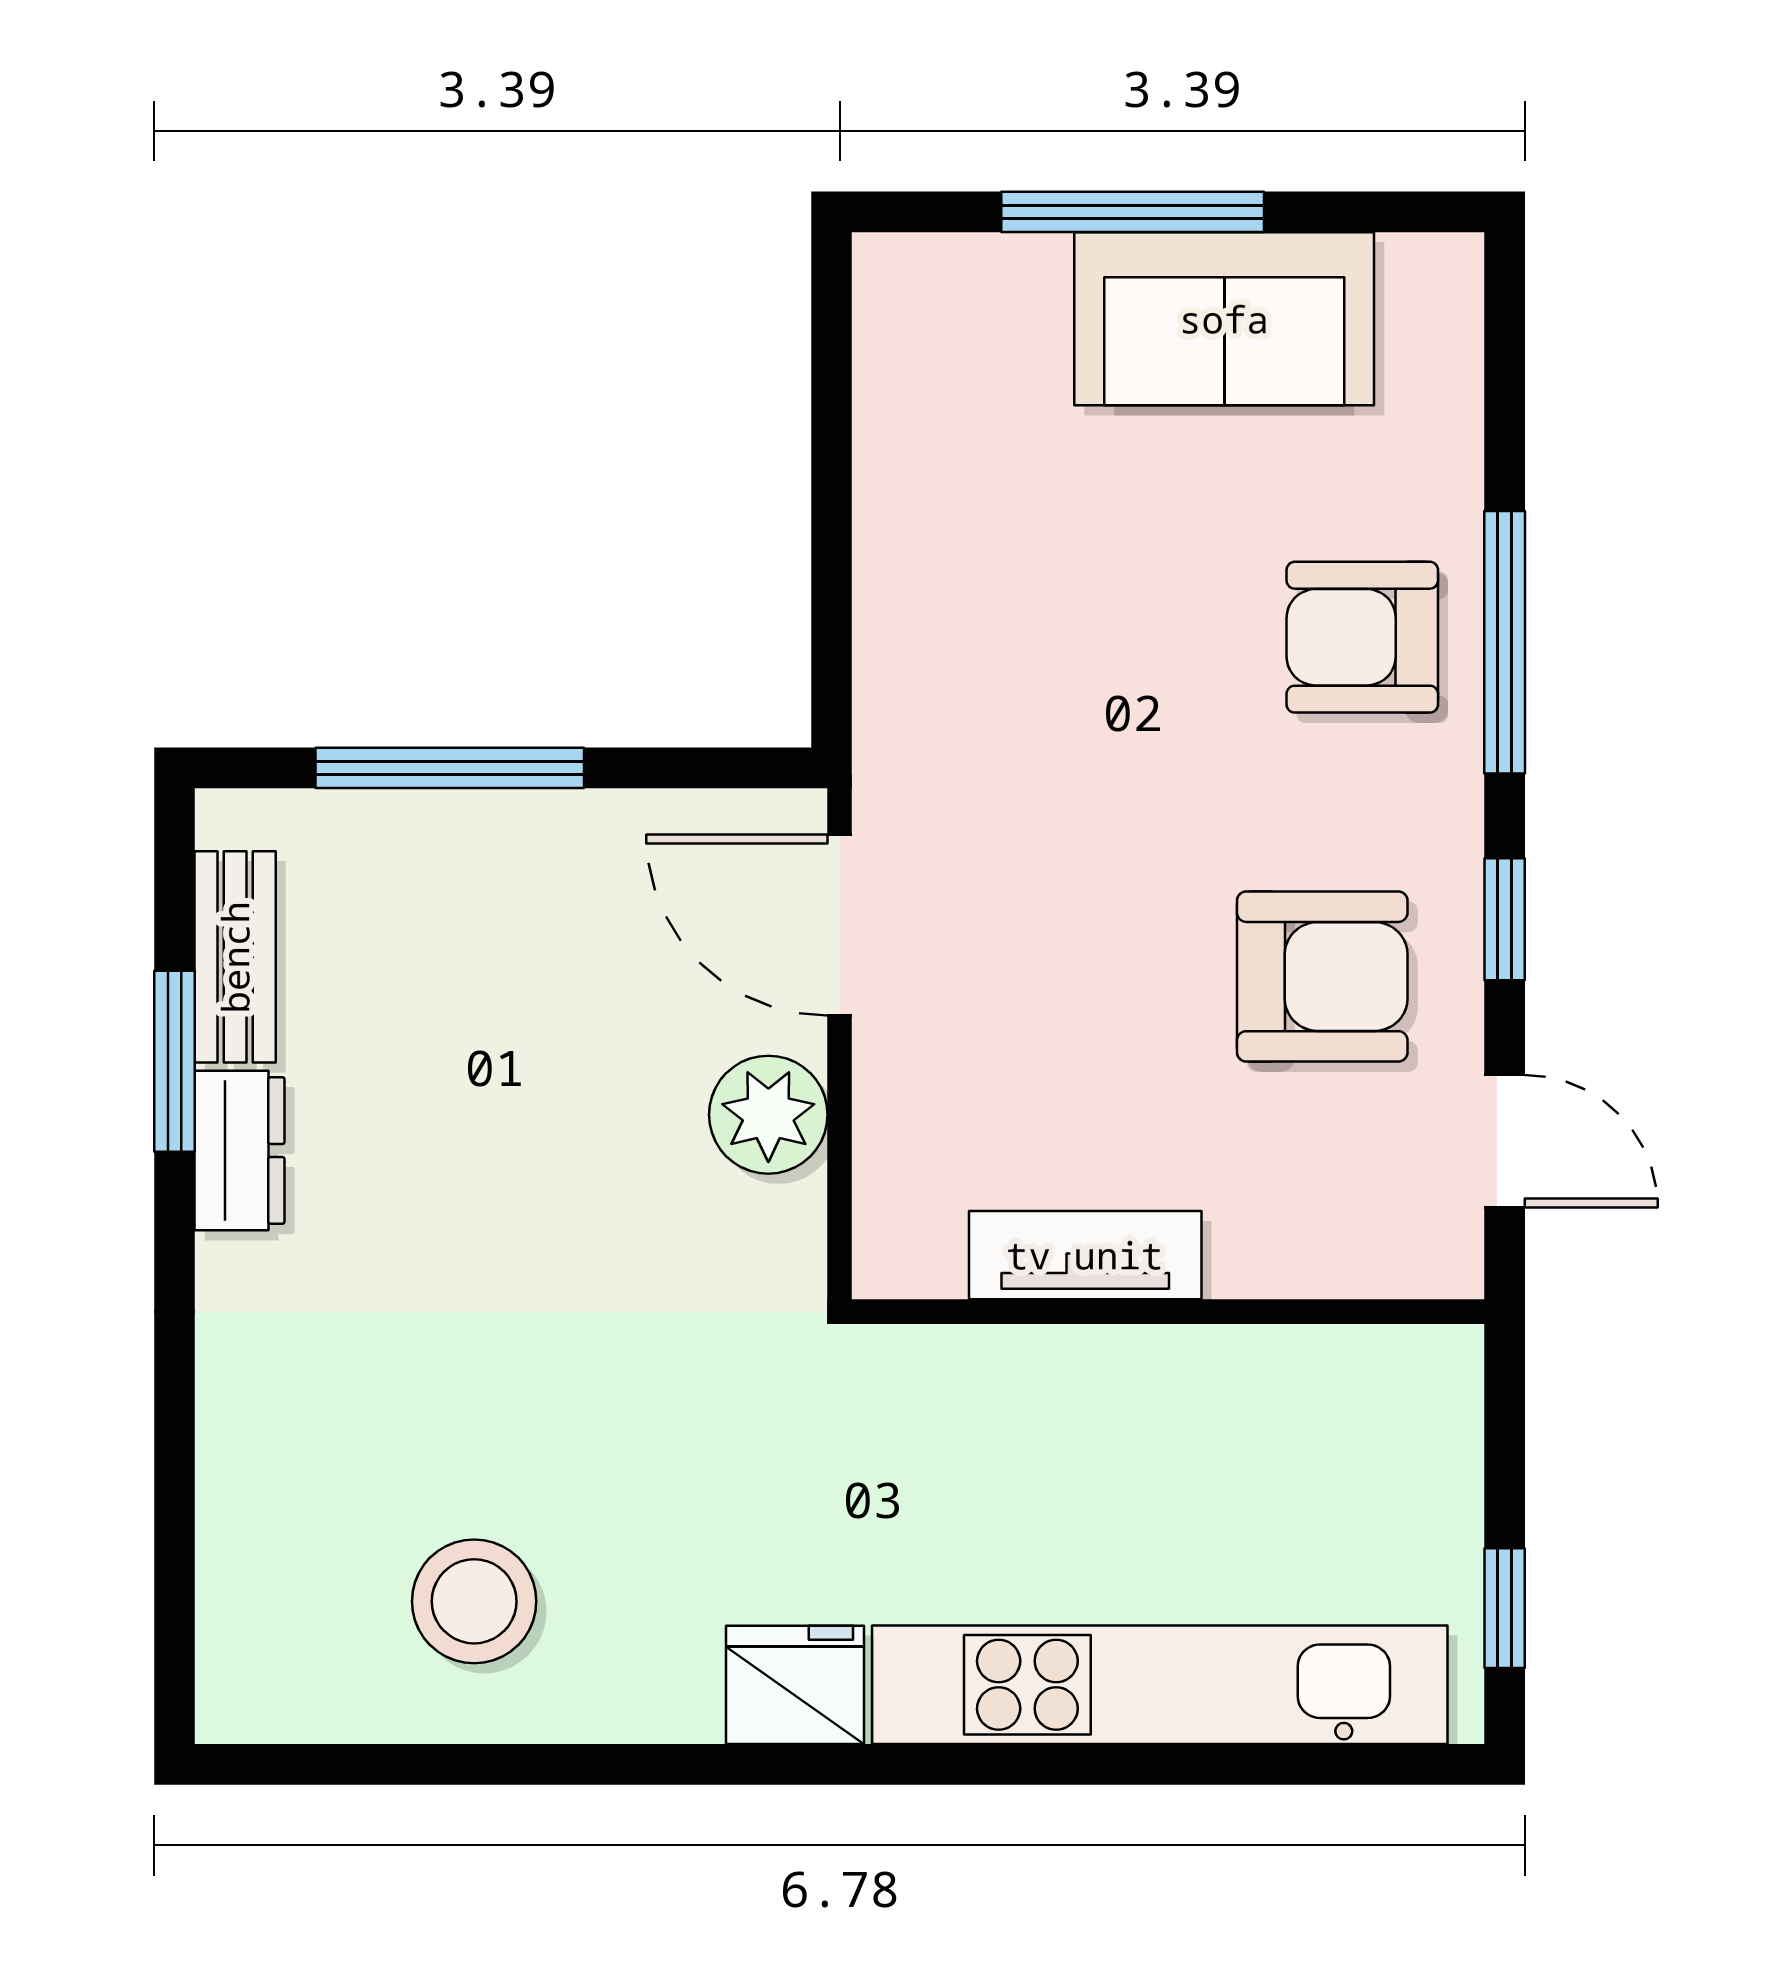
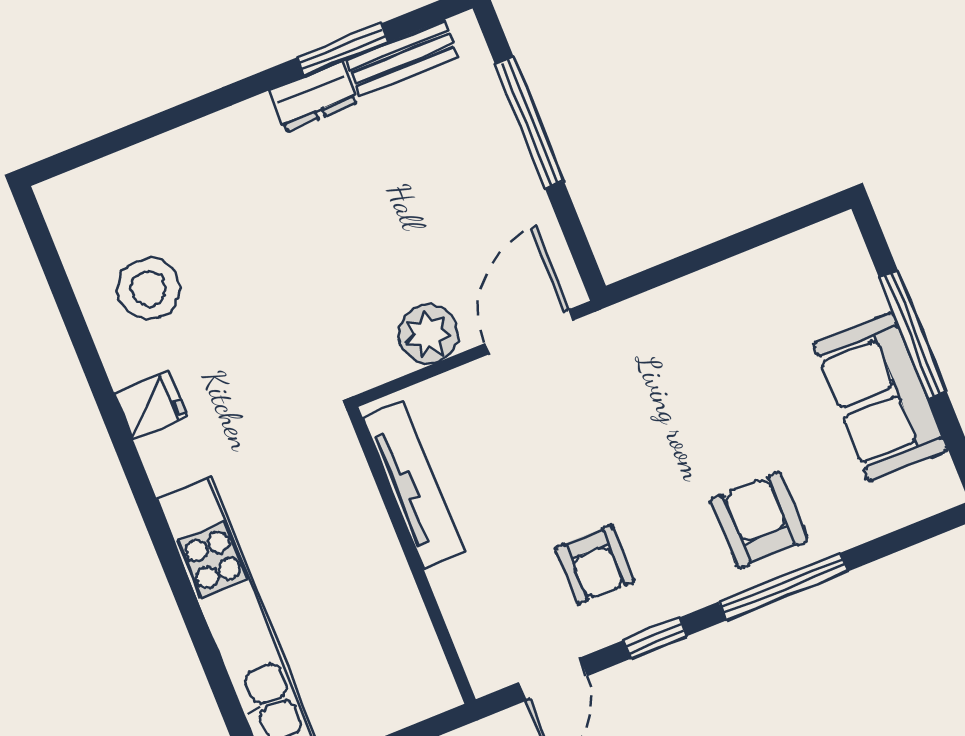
armchair: (1322, 977) -> (595, 564), width x0.72, depth x0.72
tv unit: (1085, 1255) -> (413, 485), width x1.41
fridge: (795, 1685) -> (151, 405), moved, width x0.72

